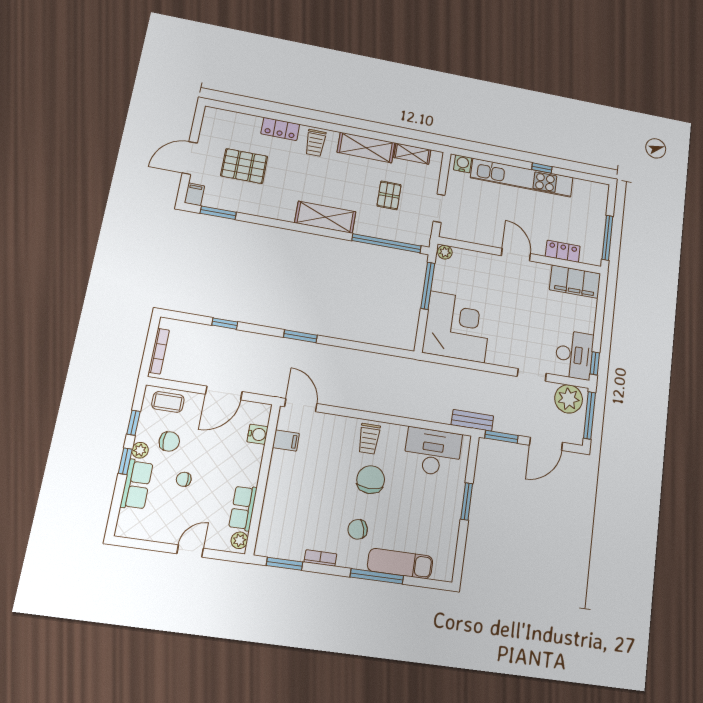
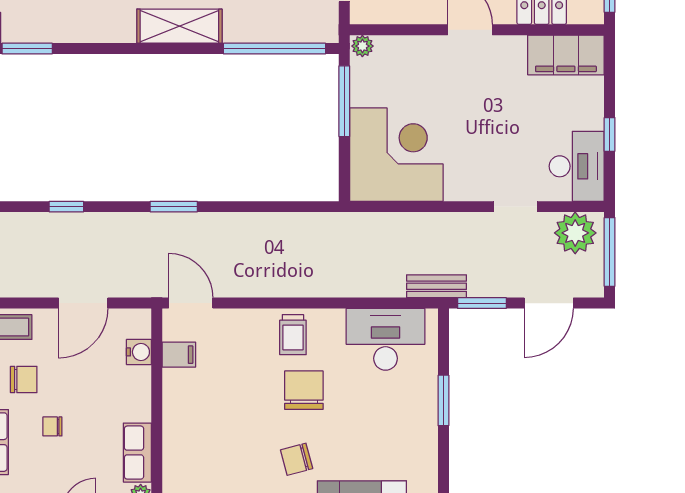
window: (595, 363) -> (610, 134), moved

